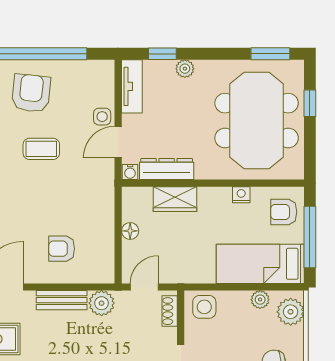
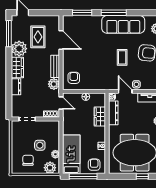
armchair: (62, 249) -> (74, 78), moved
side table: (204, 307) -> (40, 145), moved

